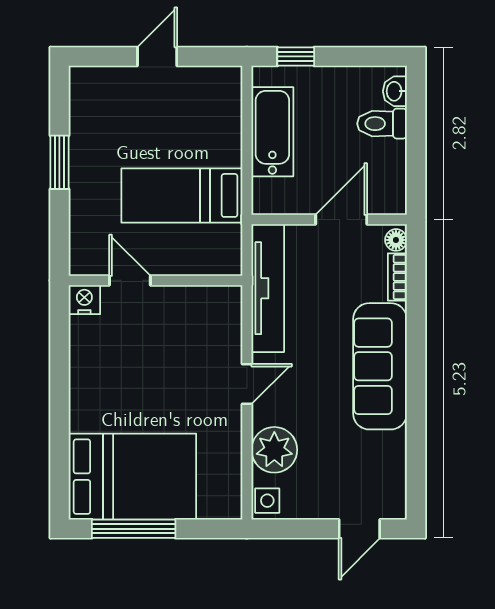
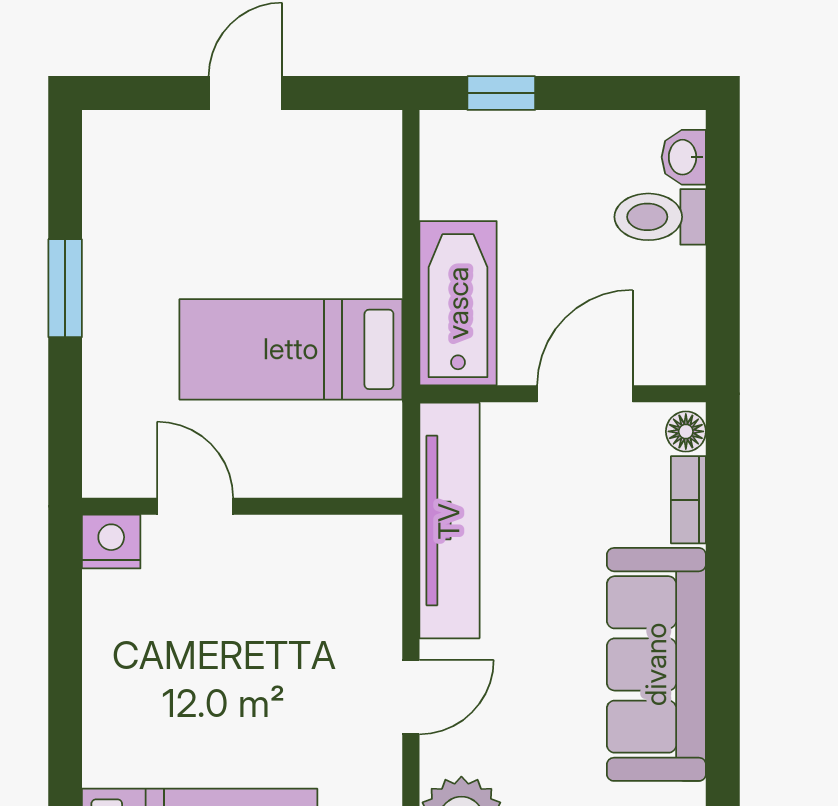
bathtub: (272, 132) -> (458, 303), moved

